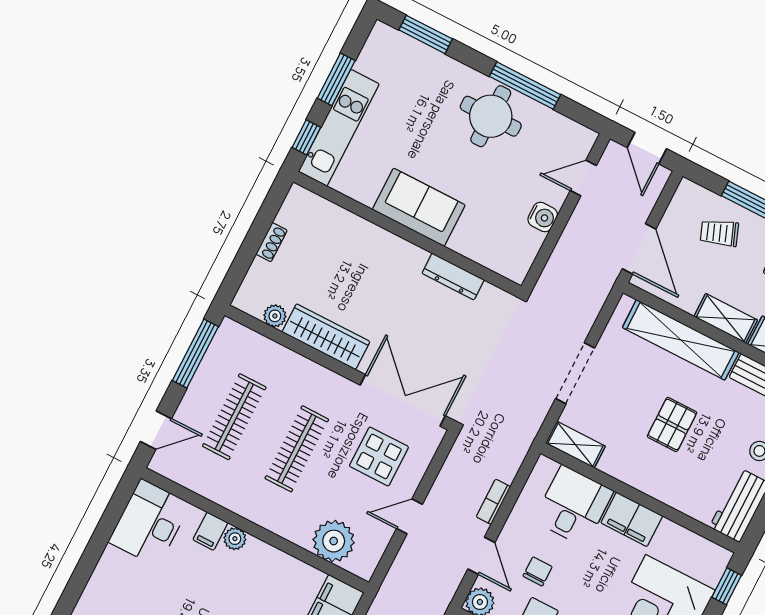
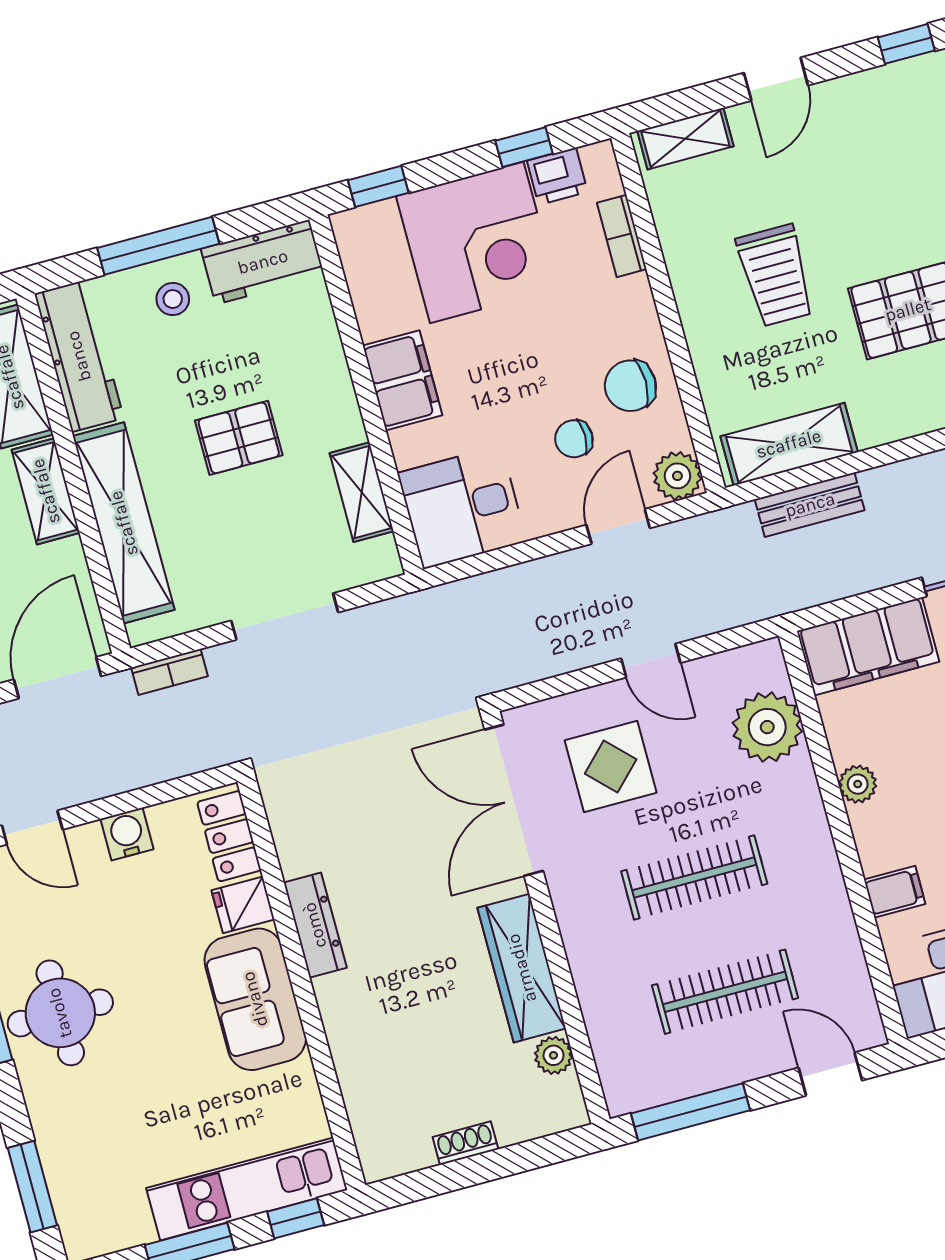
fridge: (465, 240) -> (243, 905), added
locker: (501, 261) -> (229, 836), added
dresser: (453, 276) -> (315, 925), moved
shelving: (575, 445) -> (362, 492), moved
bookcase: (493, 502) -> (170, 672), moved
desk: (573, 506) -> (462, 507), moved
plant: (235, 539) -> (858, 784), moved

